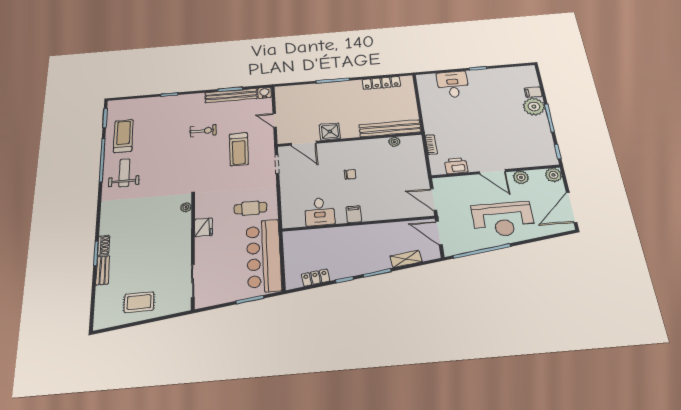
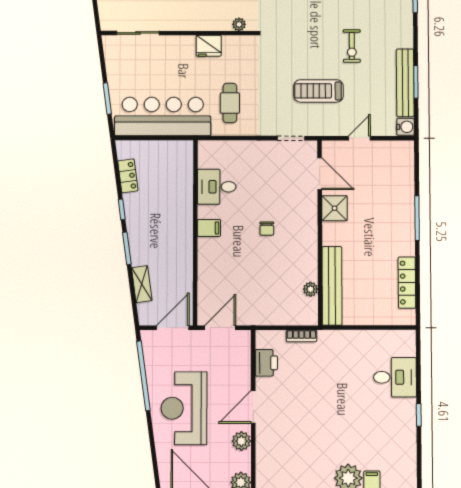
door: (304, 143) -> (320, 174), swing flipped

